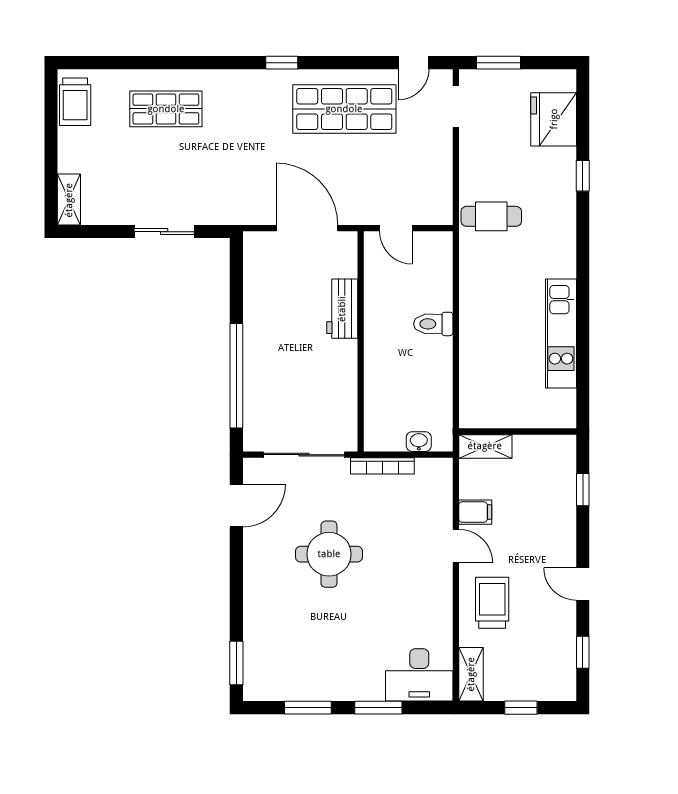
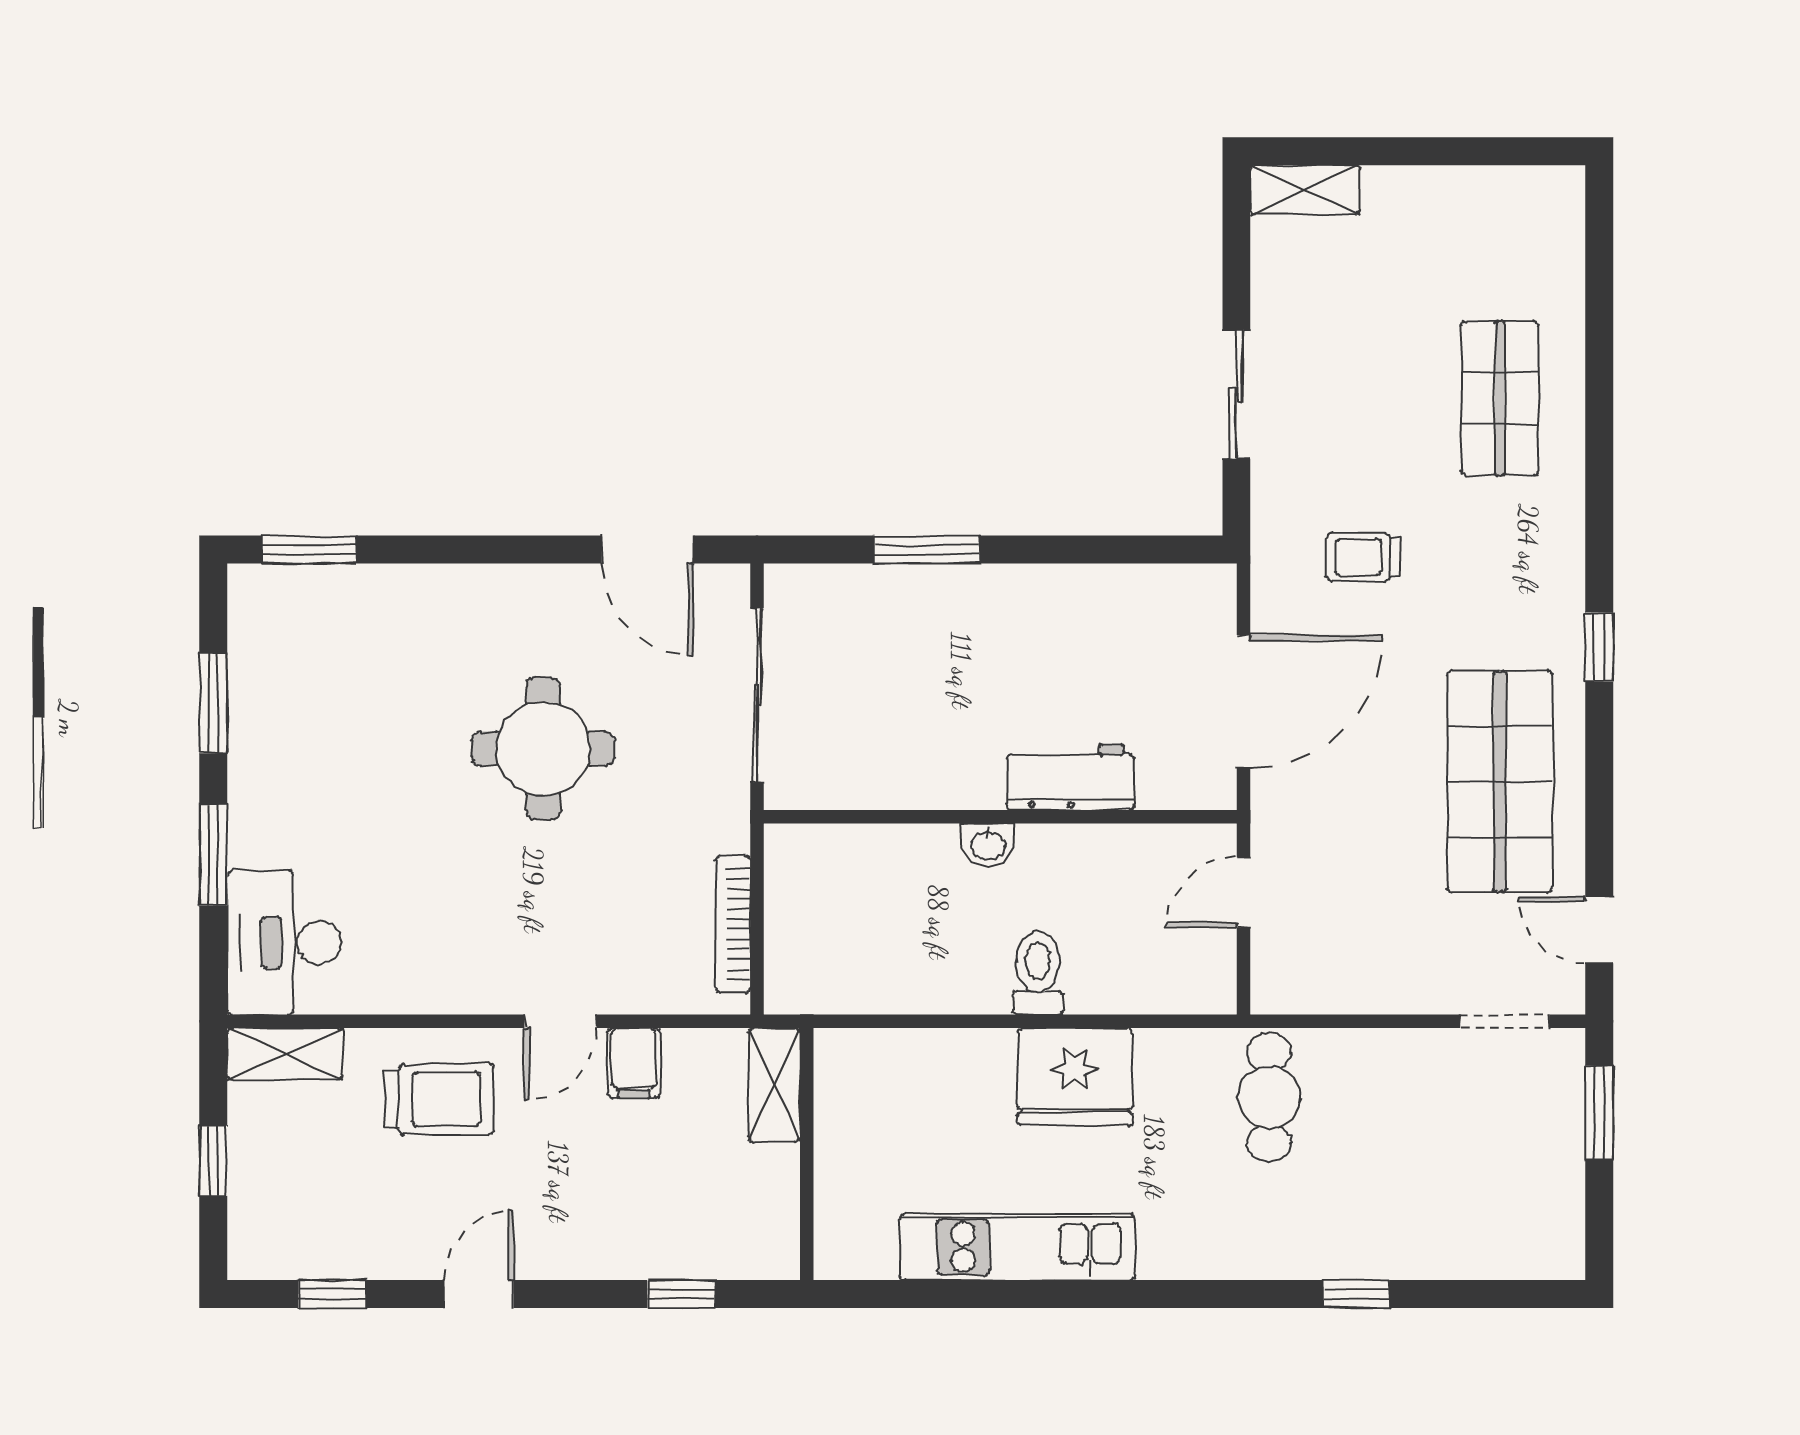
trolley: (75, 102) -> (1364, 557), moved, width x0.73, depth x0.72
fridge: (554, 119) -> (1075, 1077), moved, turned 180
window: (236, 376) -> (926, 550), width x0.47
washbasin: (419, 442) -> (988, 845), moved, turned 90
bookcase: (382, 466) -> (733, 924), moved

